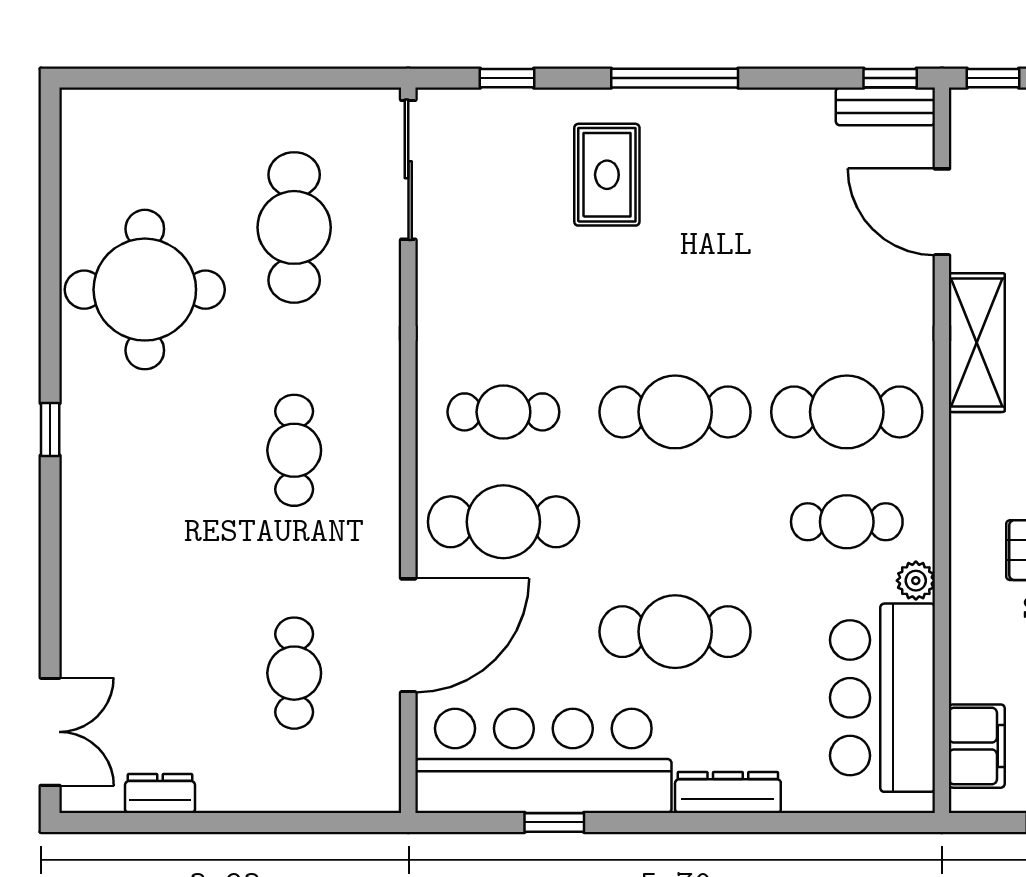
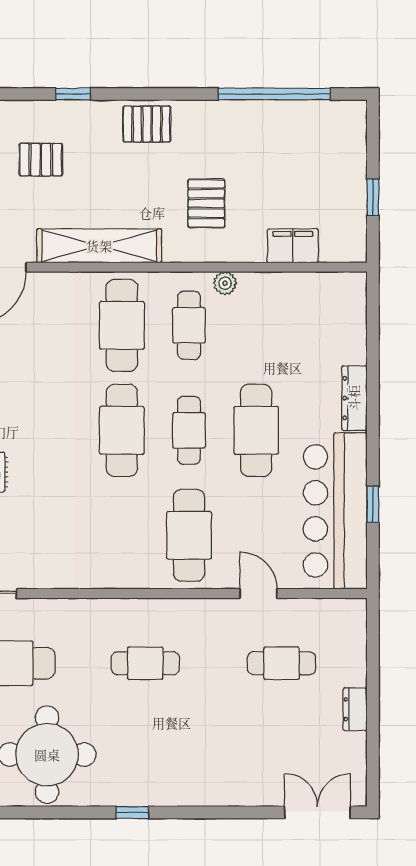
shelving: (977, 343) -> (99, 246), width x1.47
cafe table: (503, 412) -> (189, 430), moved
door: (408, 635) -> (258, 593), width x0.53
bar counter: (883, 698) -> (297, 303), removed
filing cabinet: (977, 746) -> (293, 246), moved
dresser: (160, 793) -> (355, 709), moved

